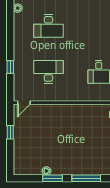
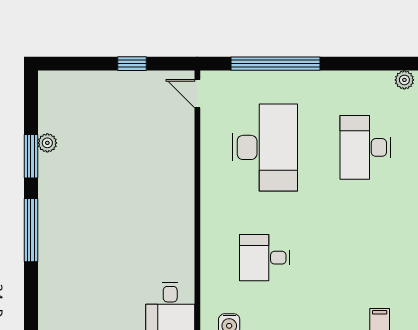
window: (10, 67) -> (276, 64), width x3.17
desk: (49, 72) -> (265, 147), width x1.36, depth x1.30

